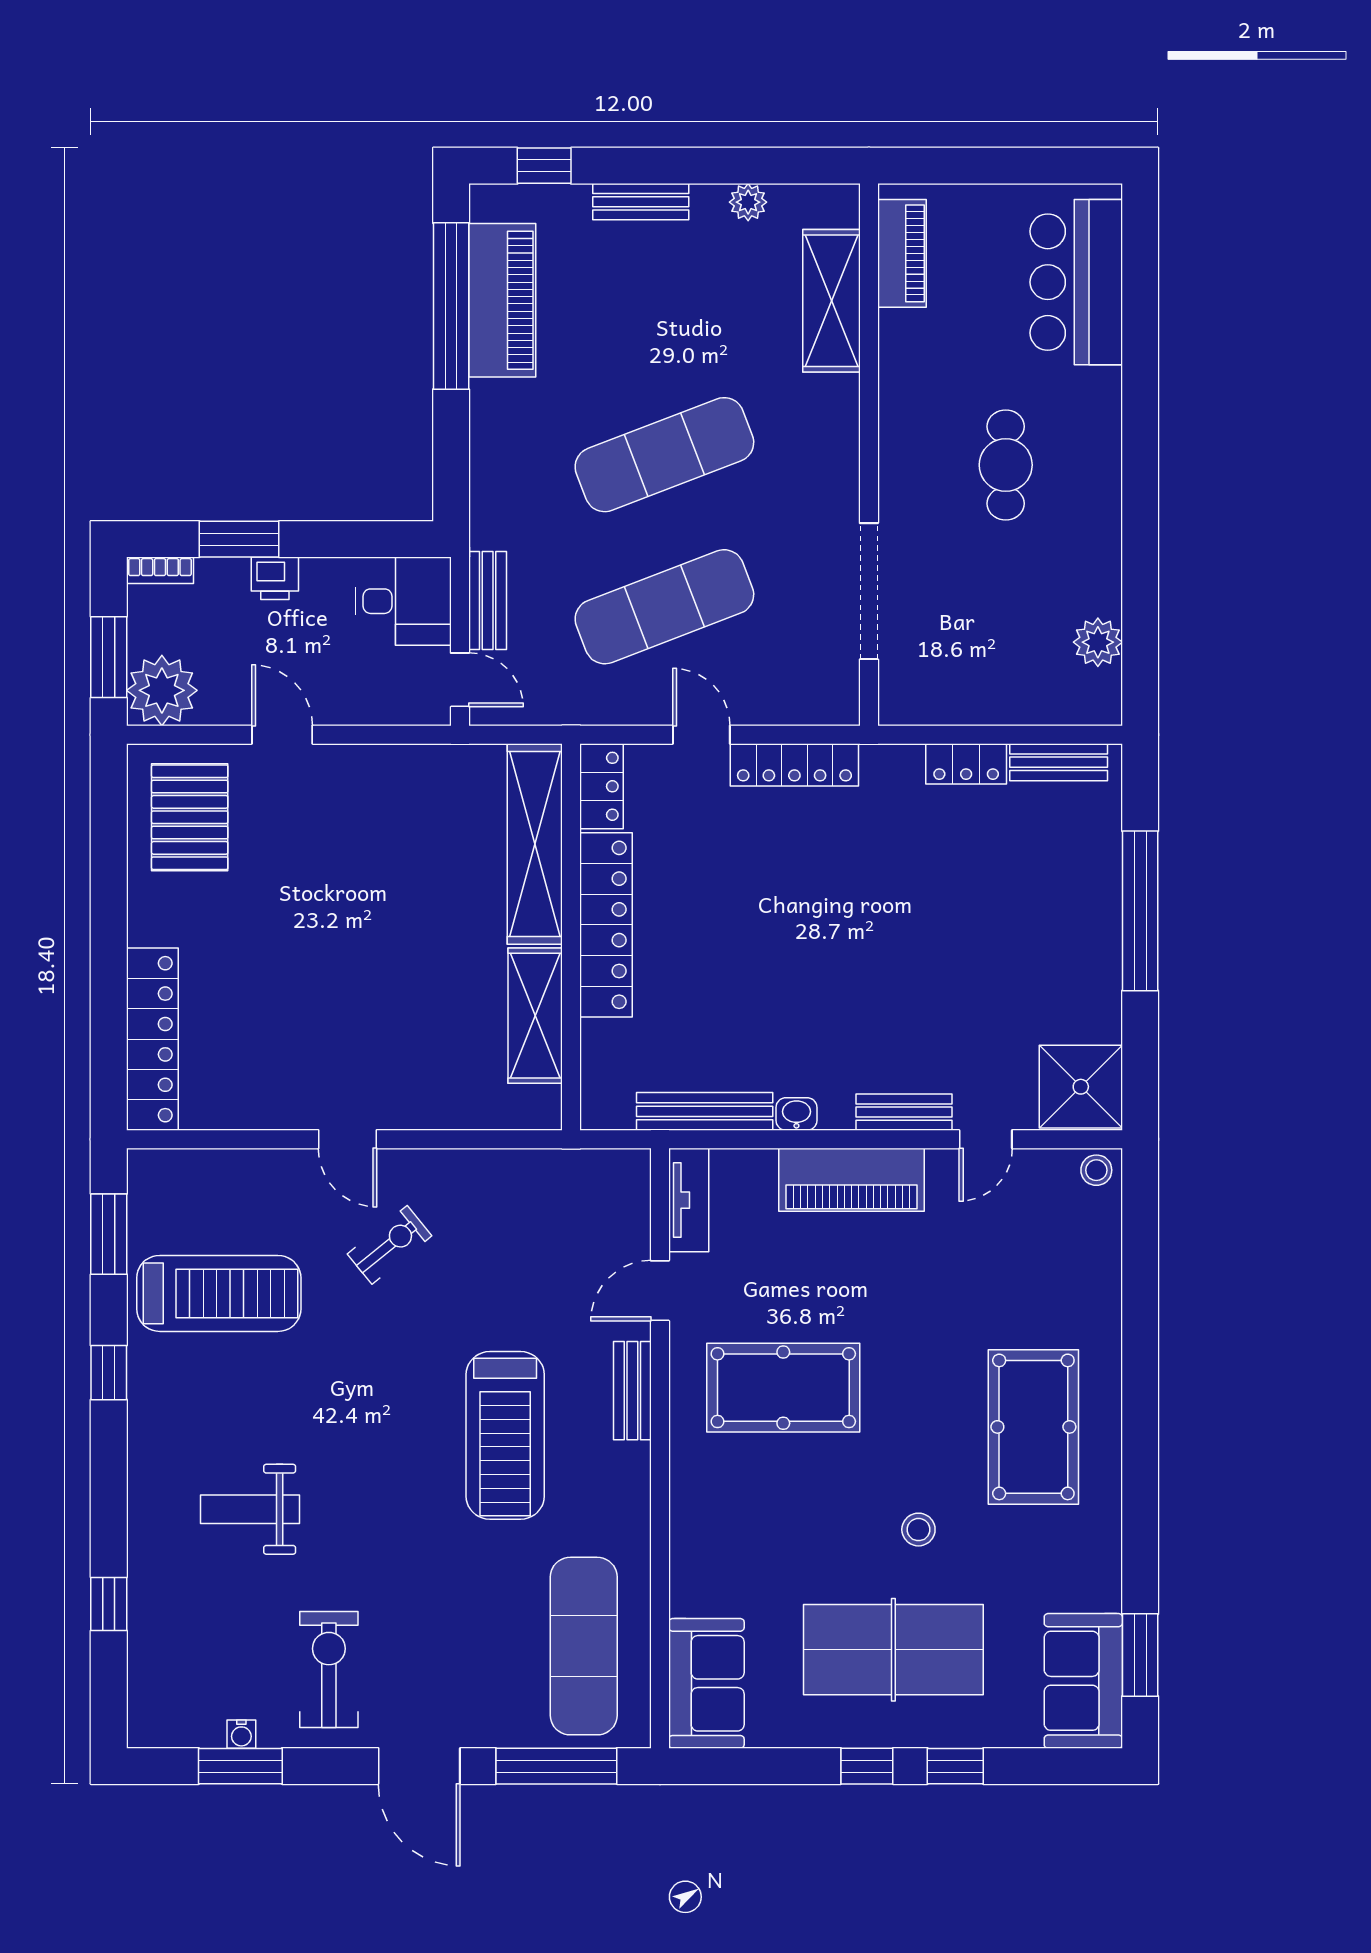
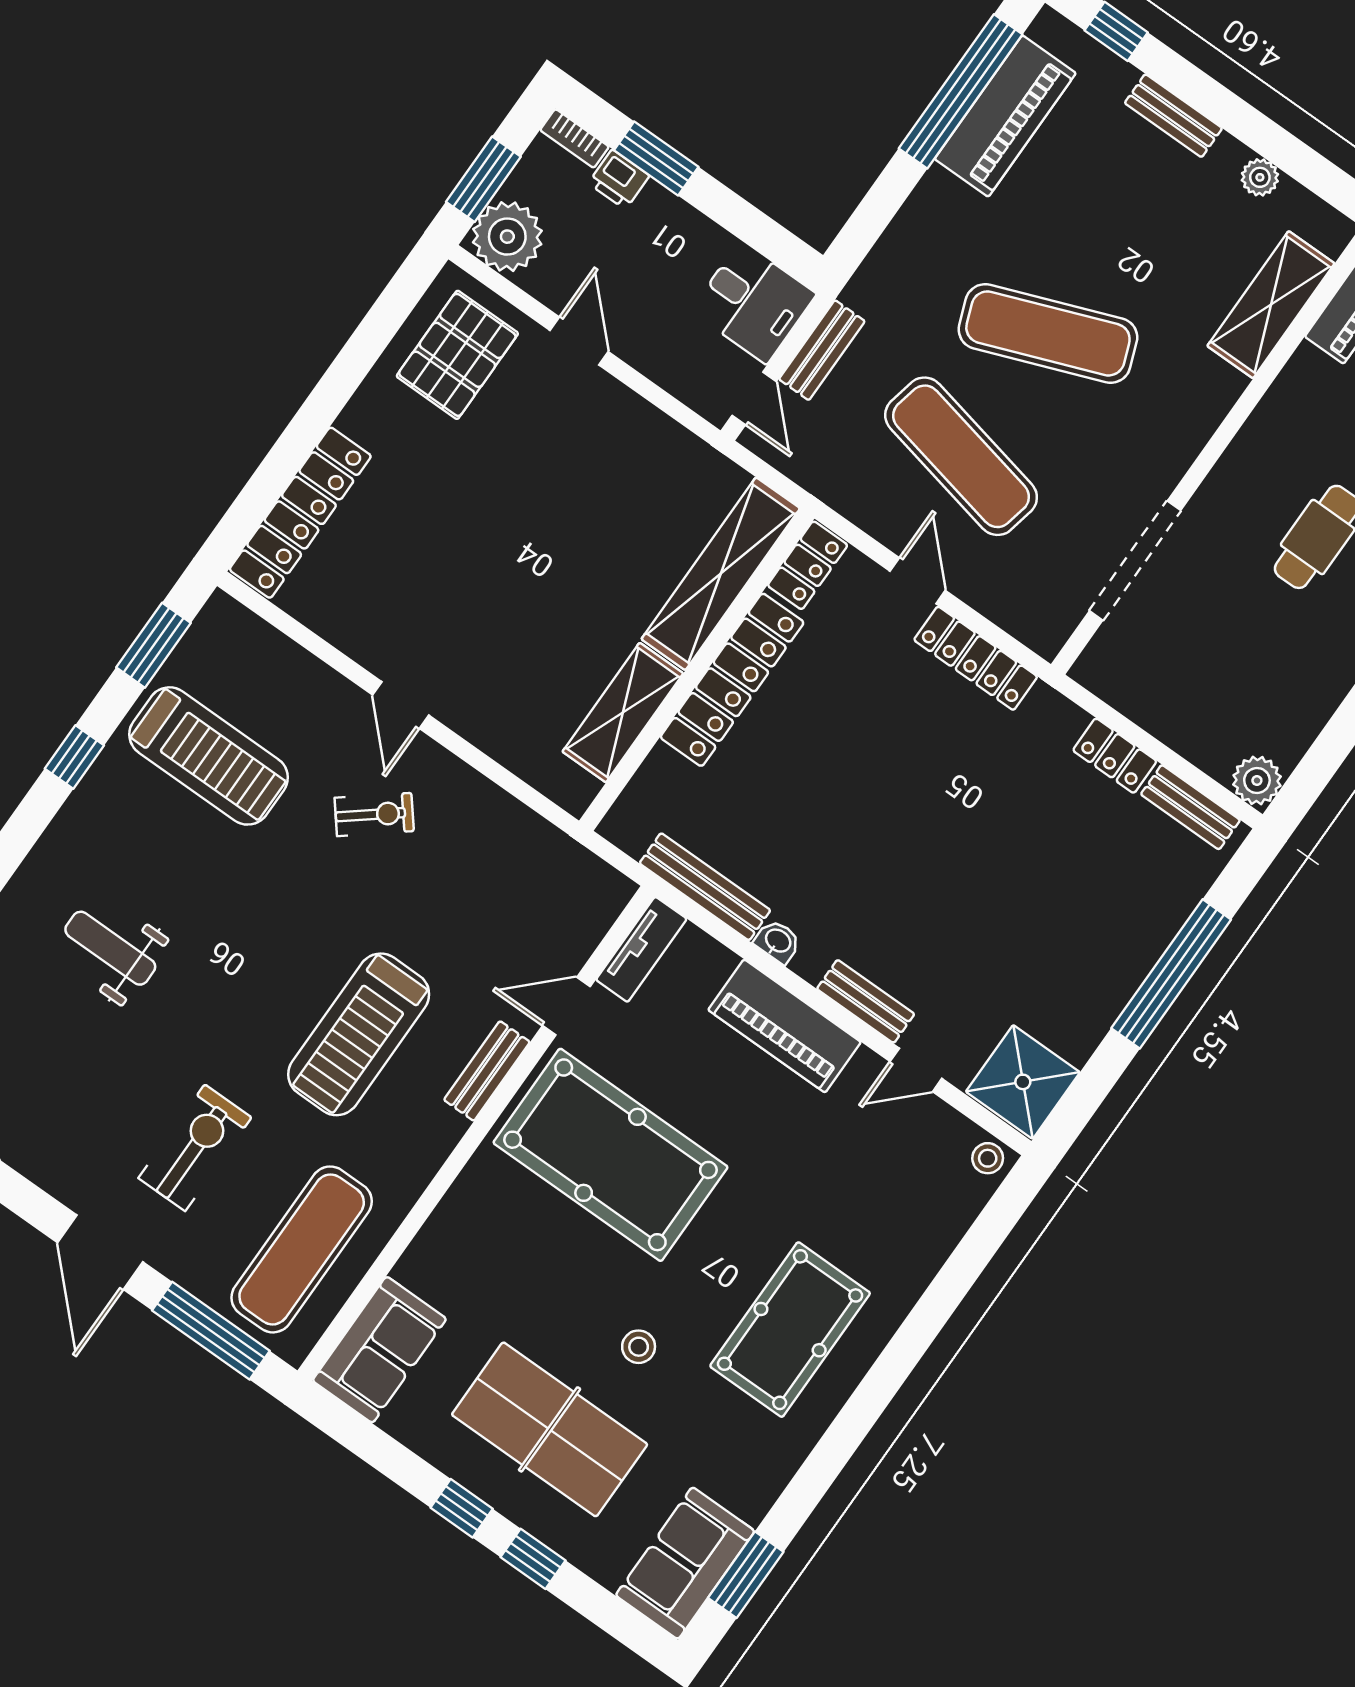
printer: (275, 578) -> (619, 179), moved
exercise mat: (664, 607) -> (961, 456), turned 33
plant: (1098, 642) -> (1257, 781), moved
pool table: (783, 1388) -> (611, 1155), width x1.36, depth x1.32
exercise bike: (329, 1670) -> (195, 1148), moved

